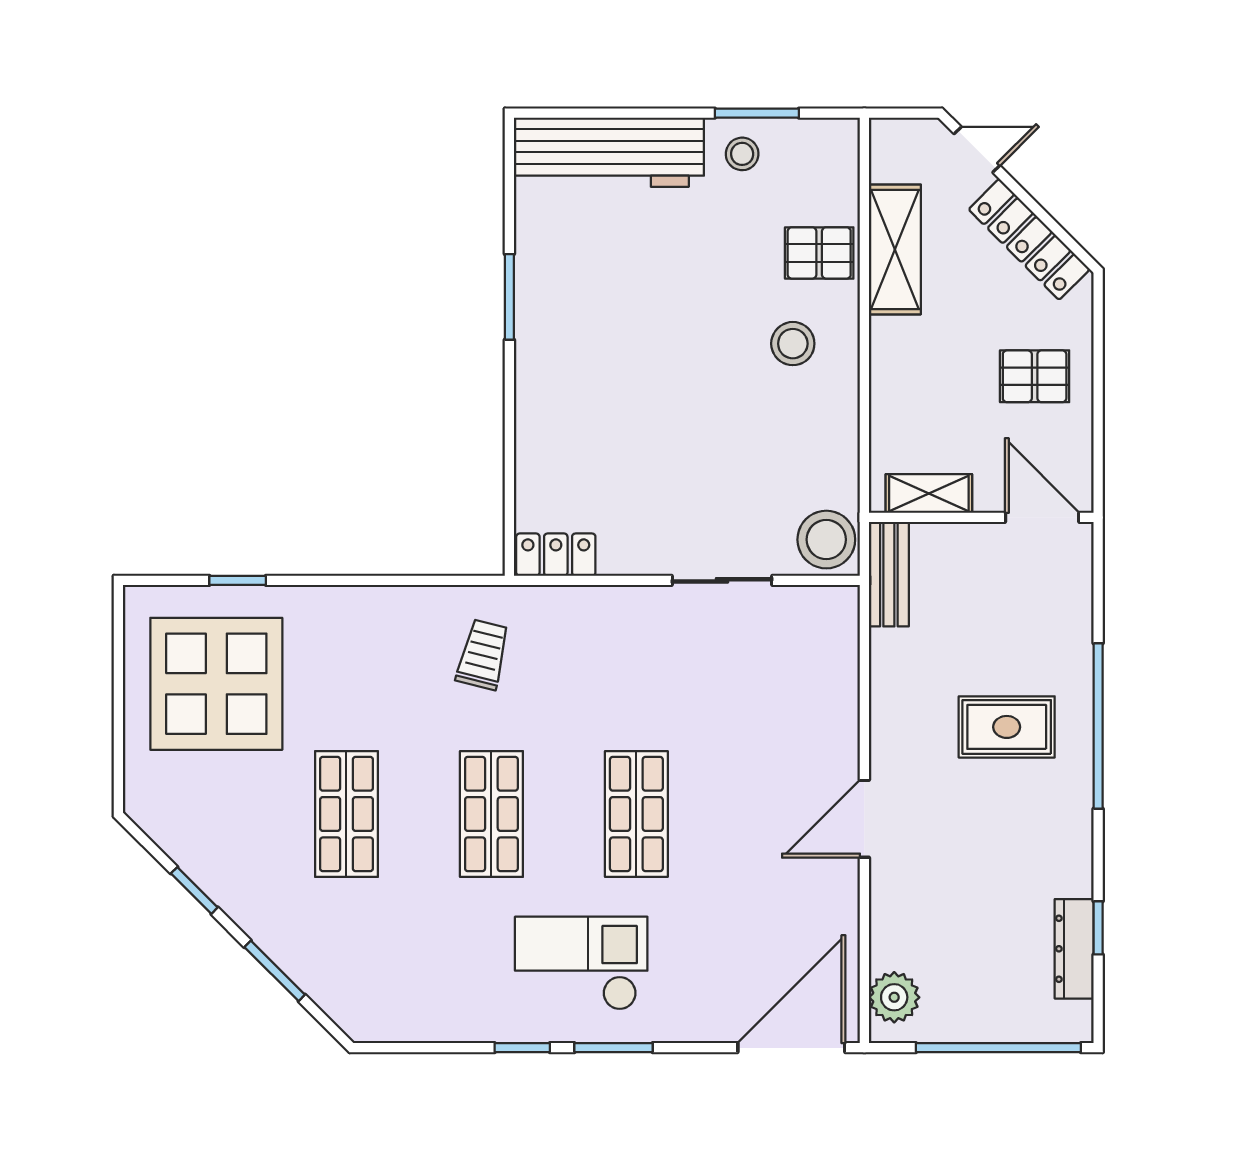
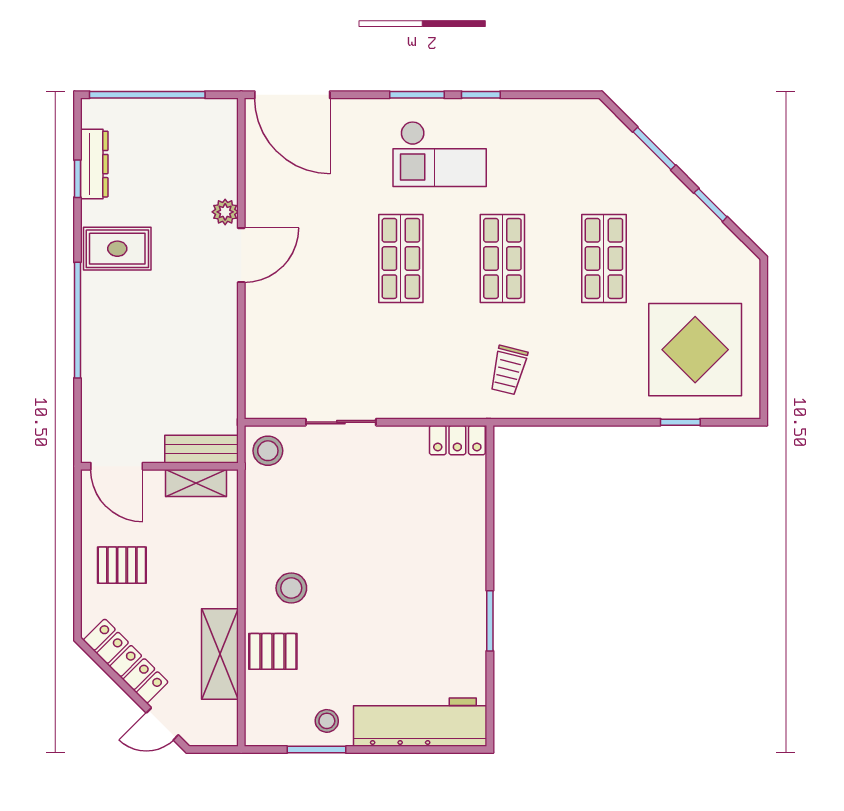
stool: (826, 540) -> (268, 451), width x0.73, depth x0.73
bench: (889, 574) -> (201, 449), moved, turned 90
rug: (1007, 727) -> (117, 249), moved
plant: (894, 997) -> (225, 212), moved, width x0.73, depth x0.73
door: (791, 1048) -> (292, 95), hinge flipped

